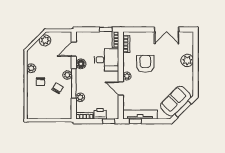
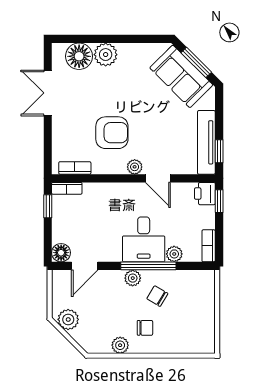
double door: (167, 29) -> (48, 93), swing flipped
floor lamp: (186, 46) -> (79, 56), added
door: (74, 49) -> (85, 266), hinge flipped
desk: (106, 60) -> (144, 239), moved, turned 180
floor lamp: (81, 64) -> (61, 253), moved
armchair: (145, 64) -> (112, 133), turned 180
door: (121, 89) -> (158, 178), hinge flipped
printer: (100, 114) -> (205, 194), moved

